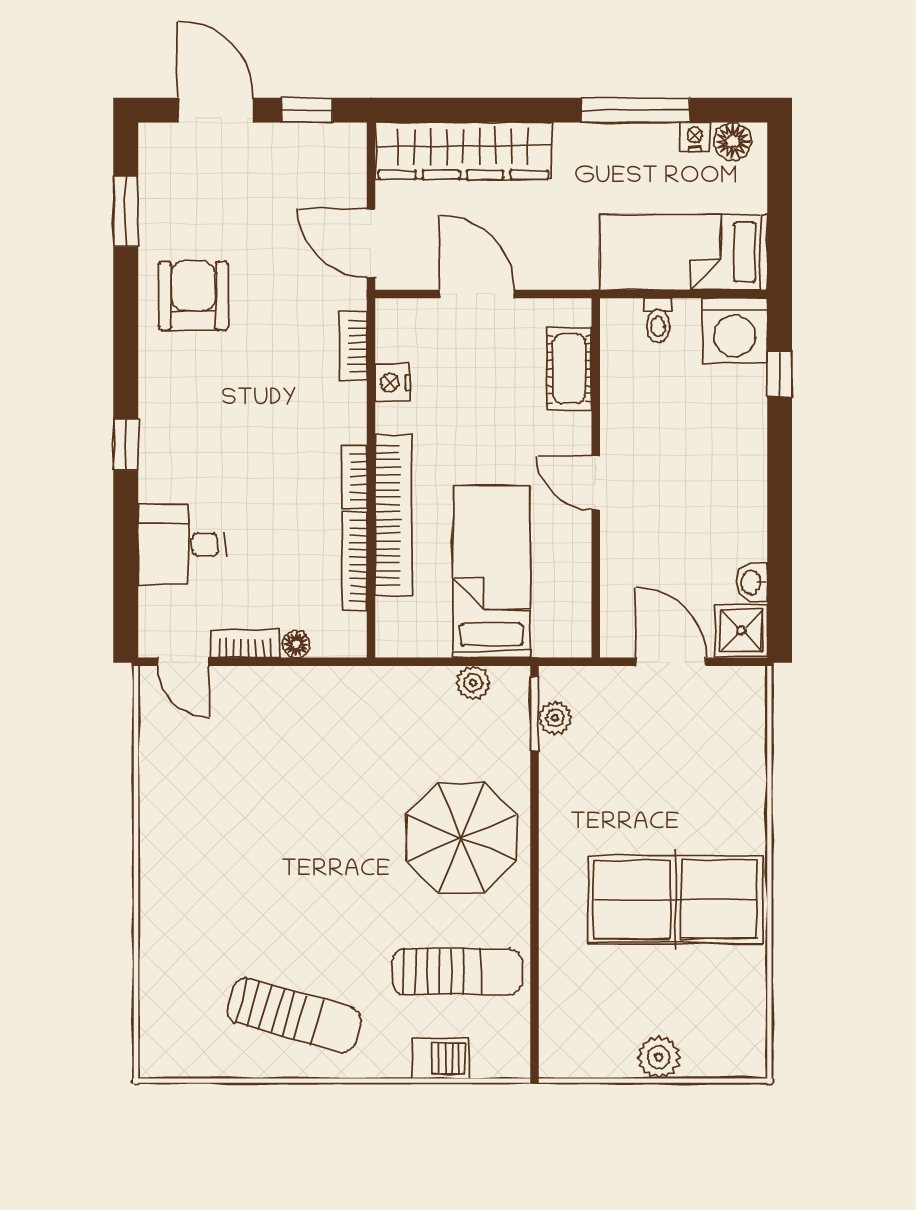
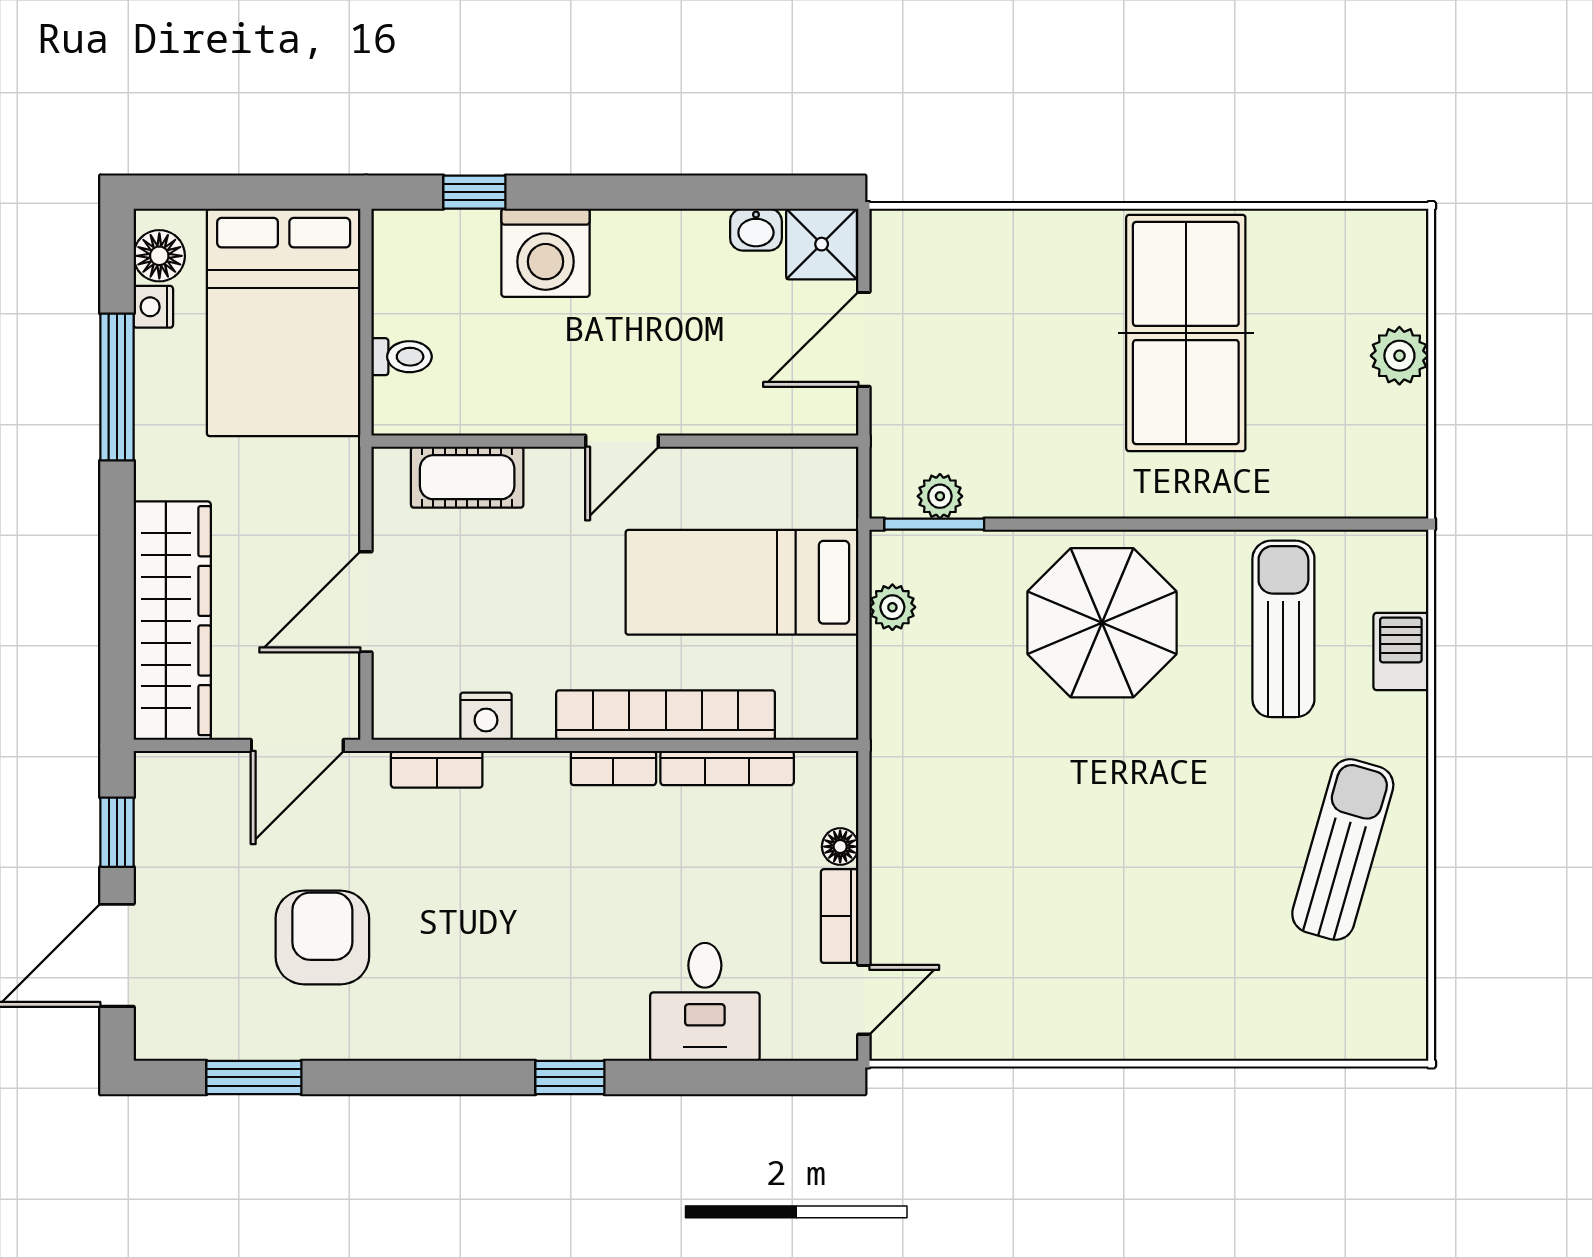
bed: (683, 252) -> (284, 322), width x1.50
armchair: (193, 296) -> (322, 937), moved, turned 90
washing machine: (735, 331) -> (546, 253), moved, turned 90

